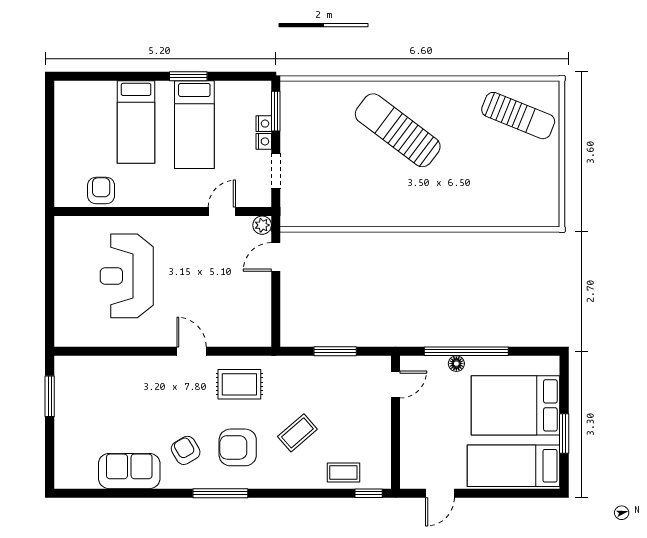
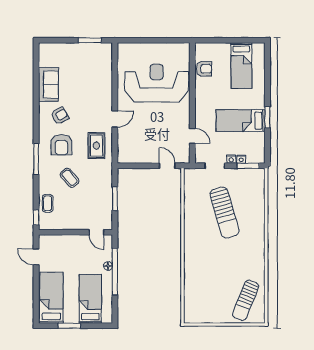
bed: (136, 122) -> (241, 66), moved, turned -90
sun lounger: (398, 130) -> (225, 213), moved, turned 127
plant: (262, 225) -> (185, 158), removed
reception desk: (127, 276) -> (157, 83), width x1.36, depth x1.30
bed: (515, 405) -> (90, 299), width x0.67
armchair: (238, 447) -> (61, 145), turned 180
window: (220, 493) -> (36, 159), moved

